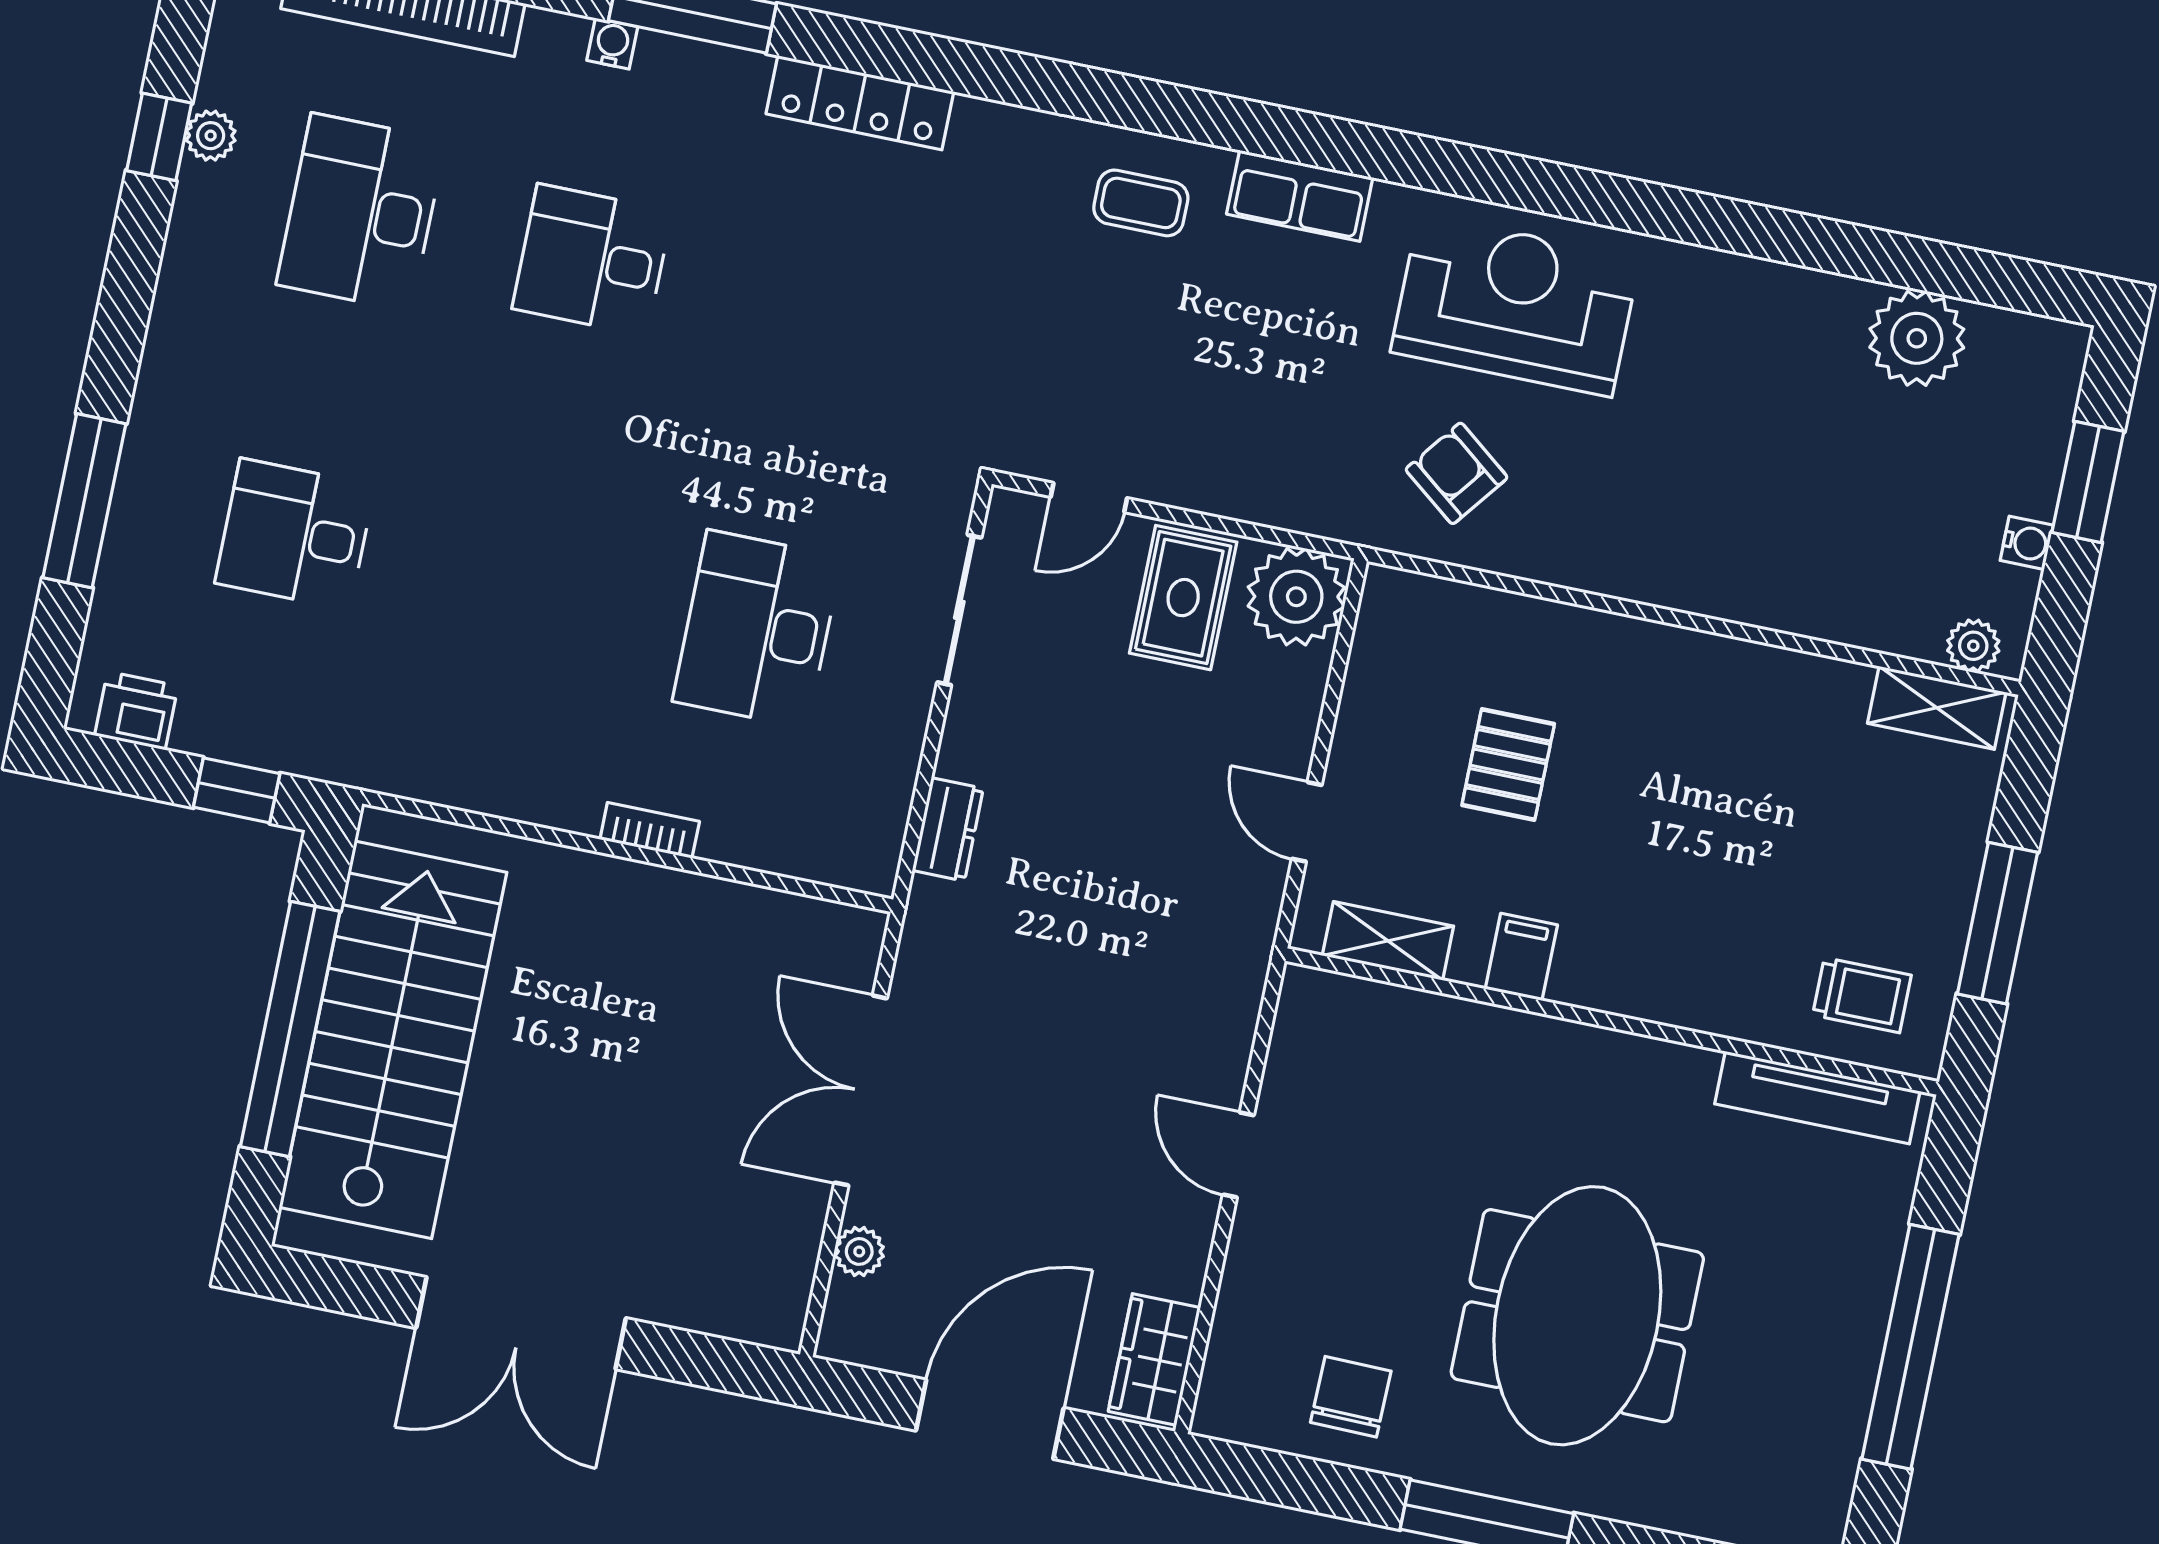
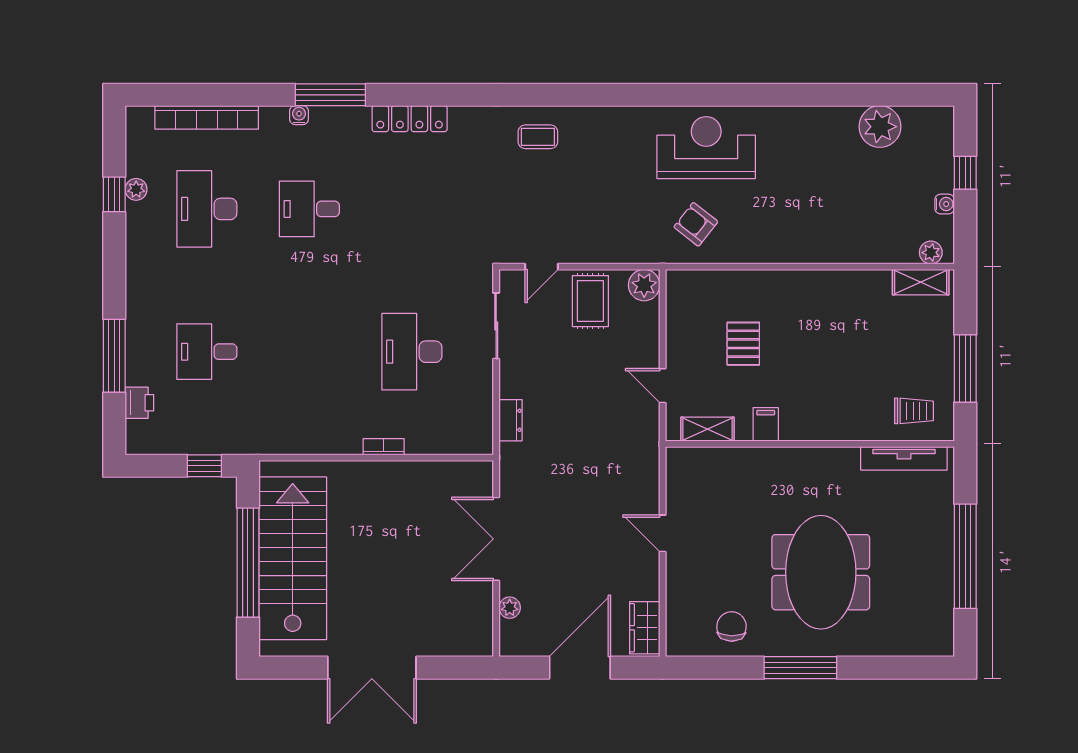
row of seats: (1300, 196) -> (605, 120), removed
window: (2088, 482) -> (965, 173), width x0.67
plant: (1296, 597) -> (644, 285), width x0.73, depth x0.73
printer: (136, 711) -> (139, 403), moved, turned 90

